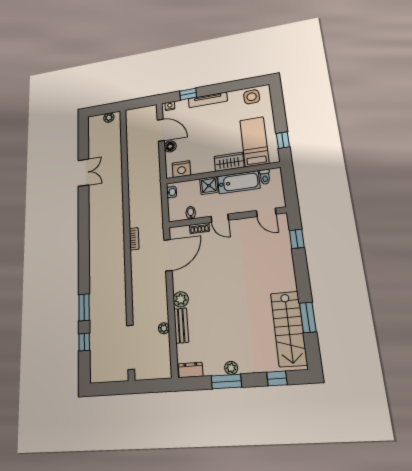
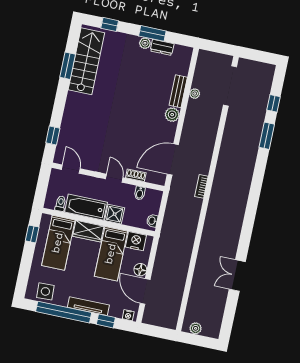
window: (229, 87) -> (64, 312), added
bed: (201, 150) -> (111, 254), added
dresser: (191, 370) -> (162, 47), moved

